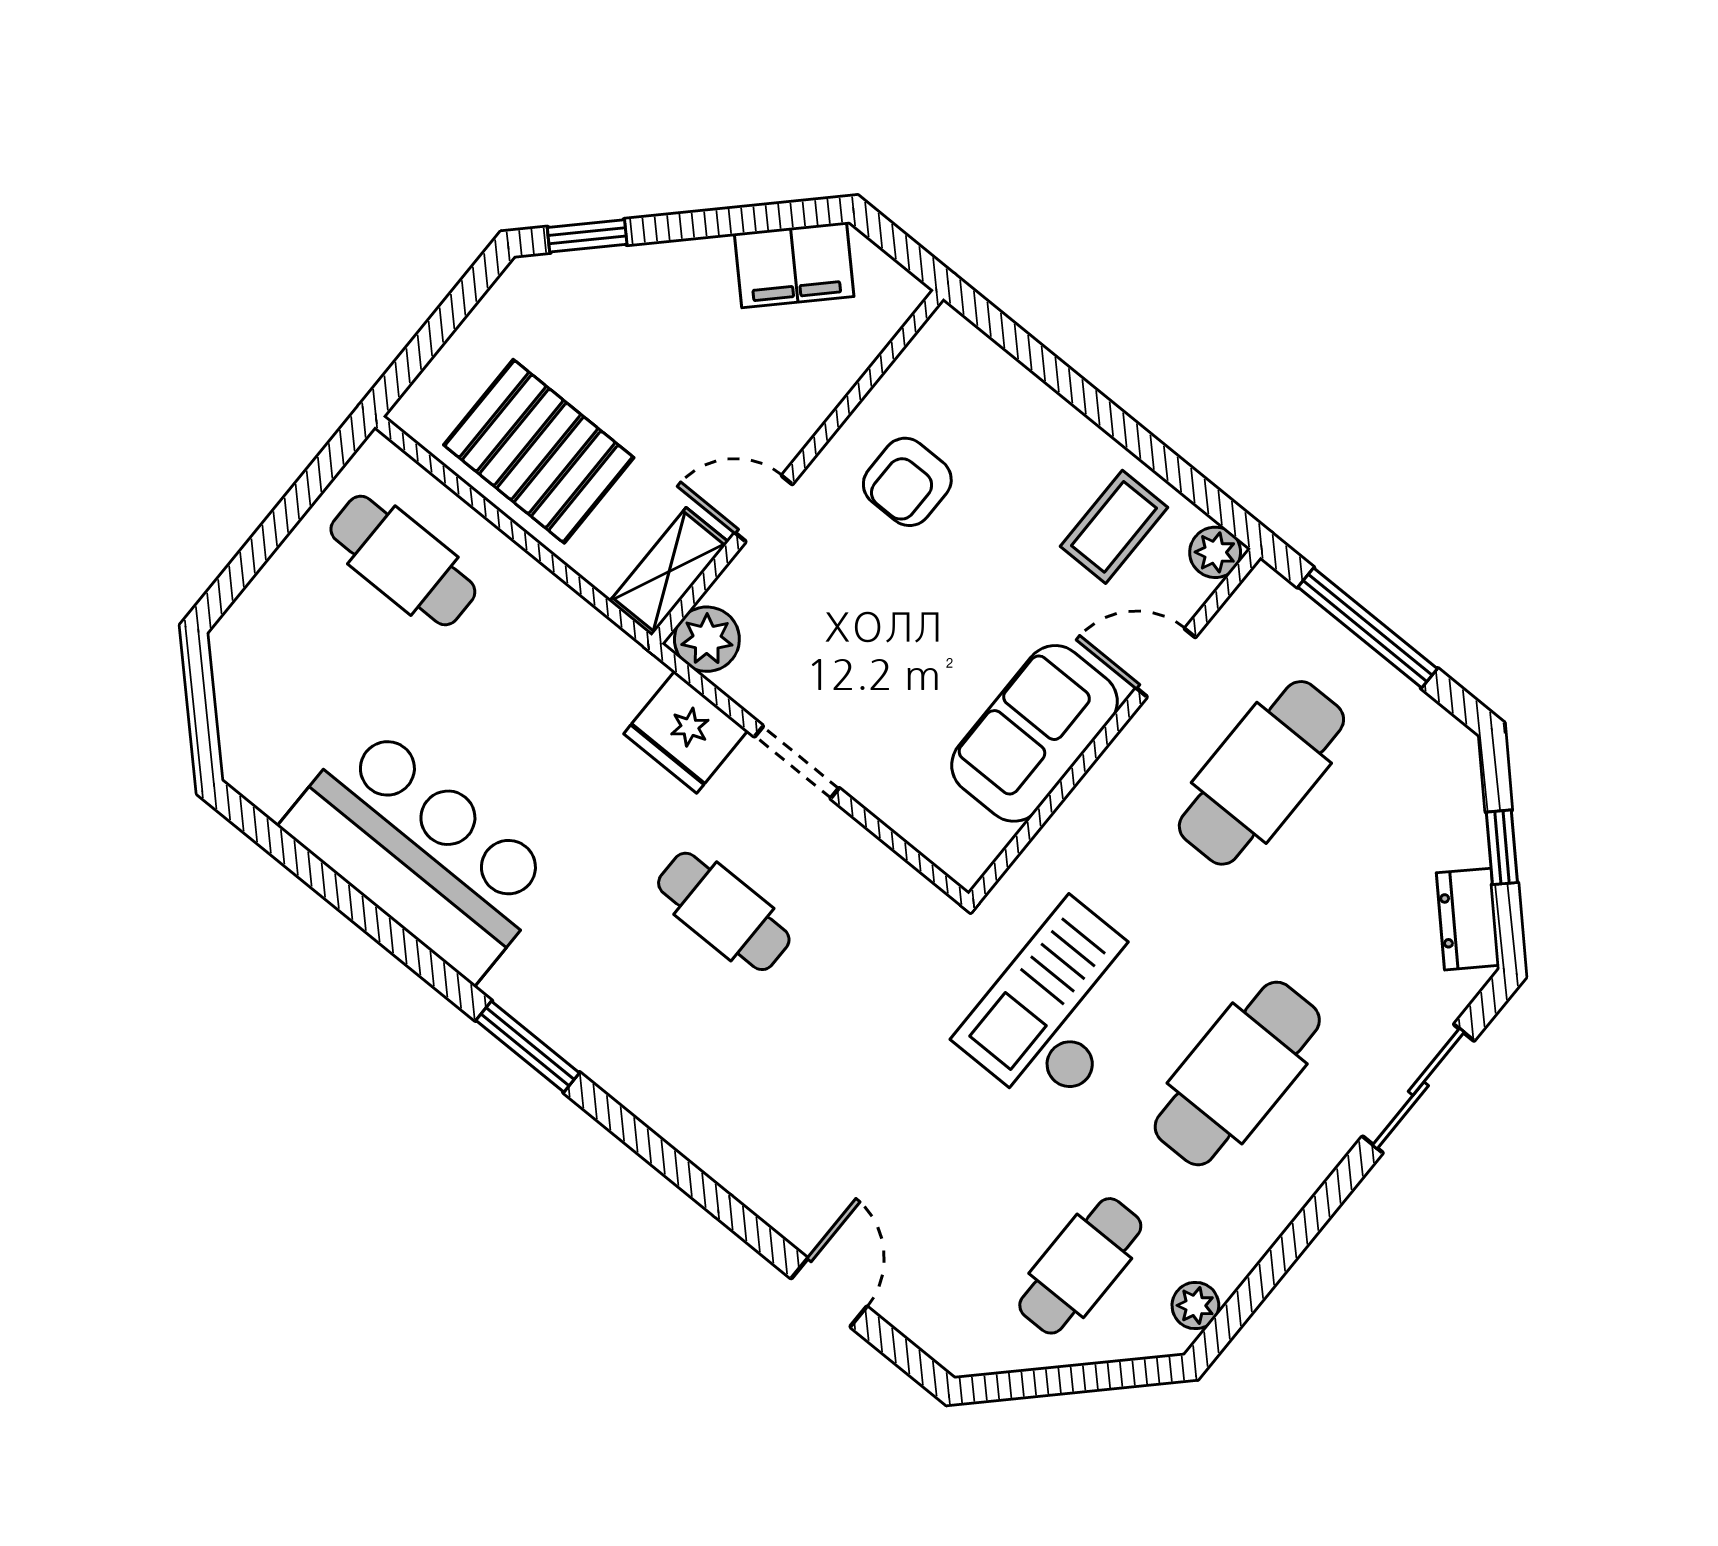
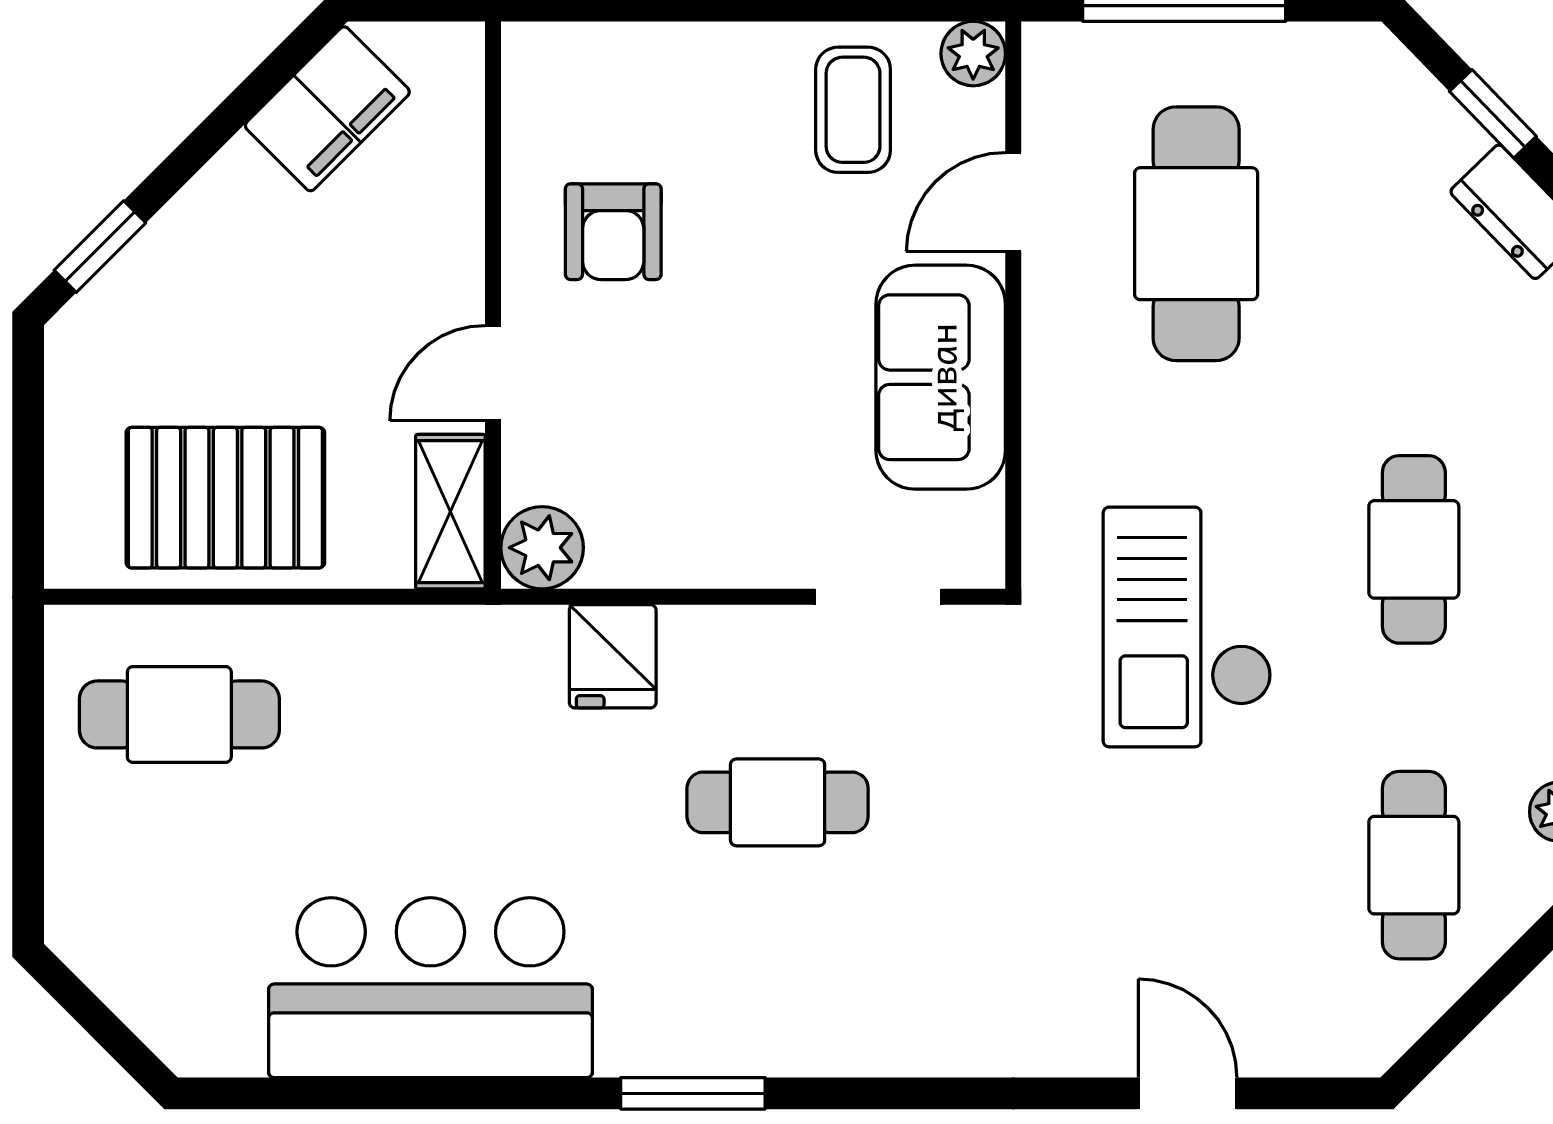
fridge: (686, 732) -> (613, 656), width x0.72
doorway: (797, 762) -> (878, 597), moved
cafe table: (1237, 1073) -> (1414, 549), width x0.73, depth x0.74

